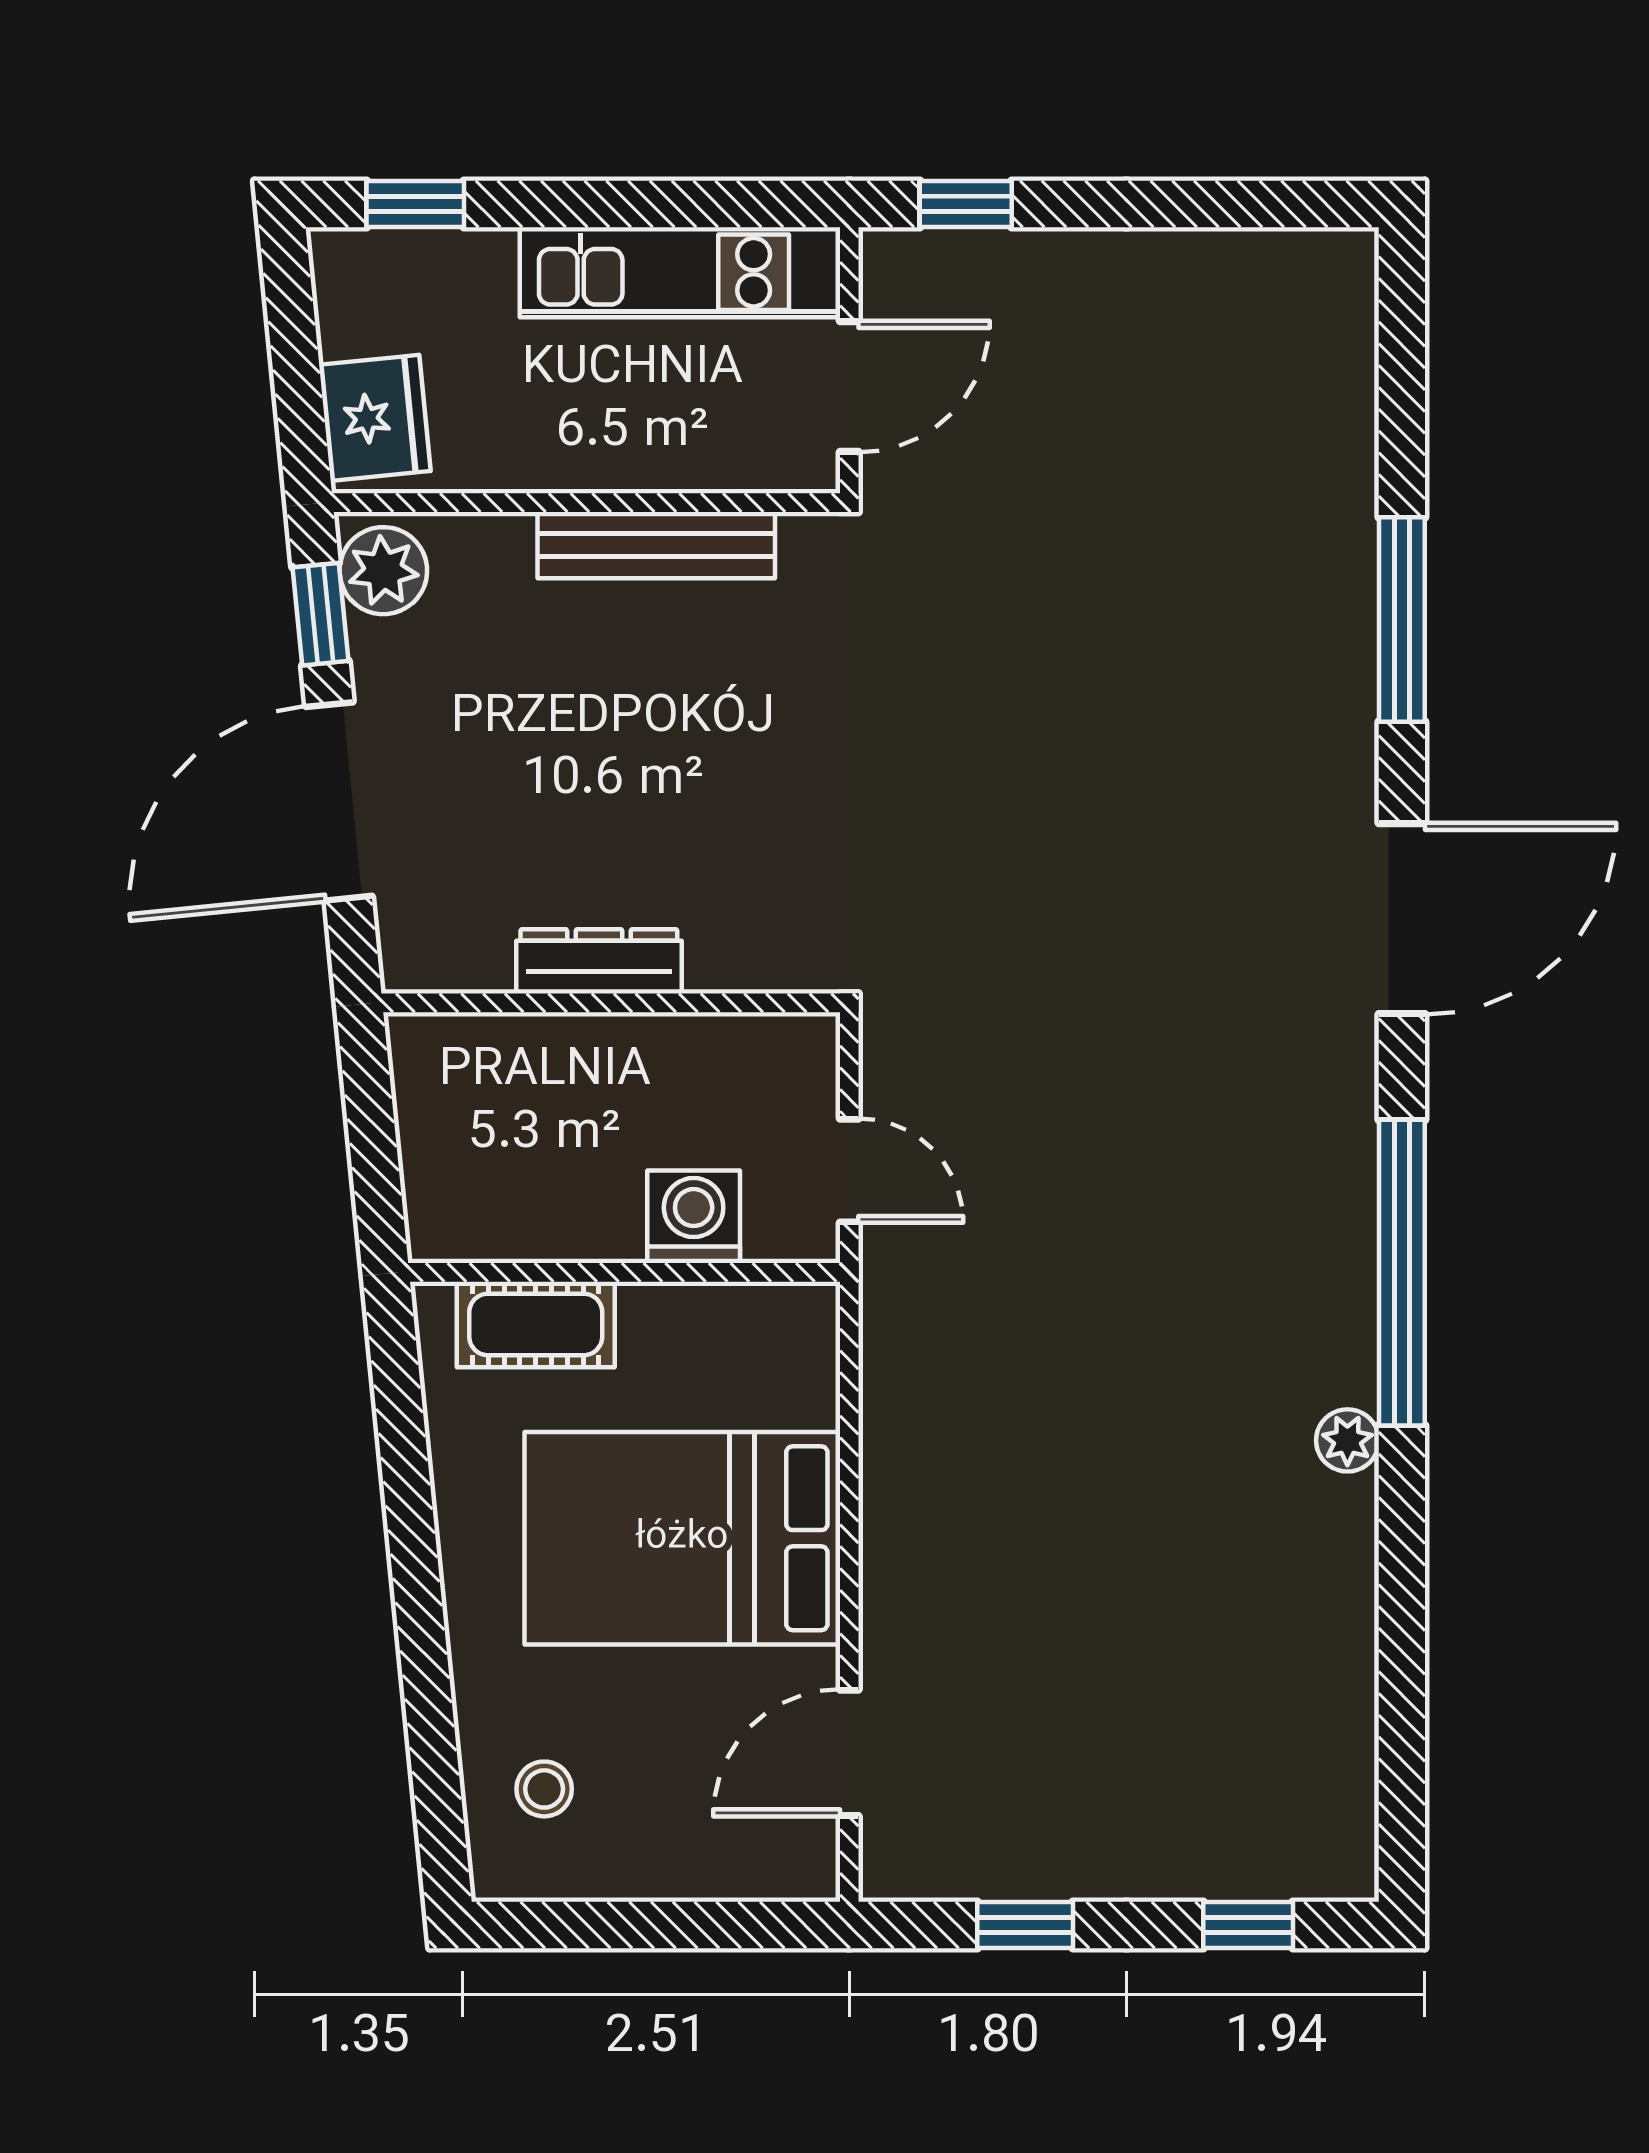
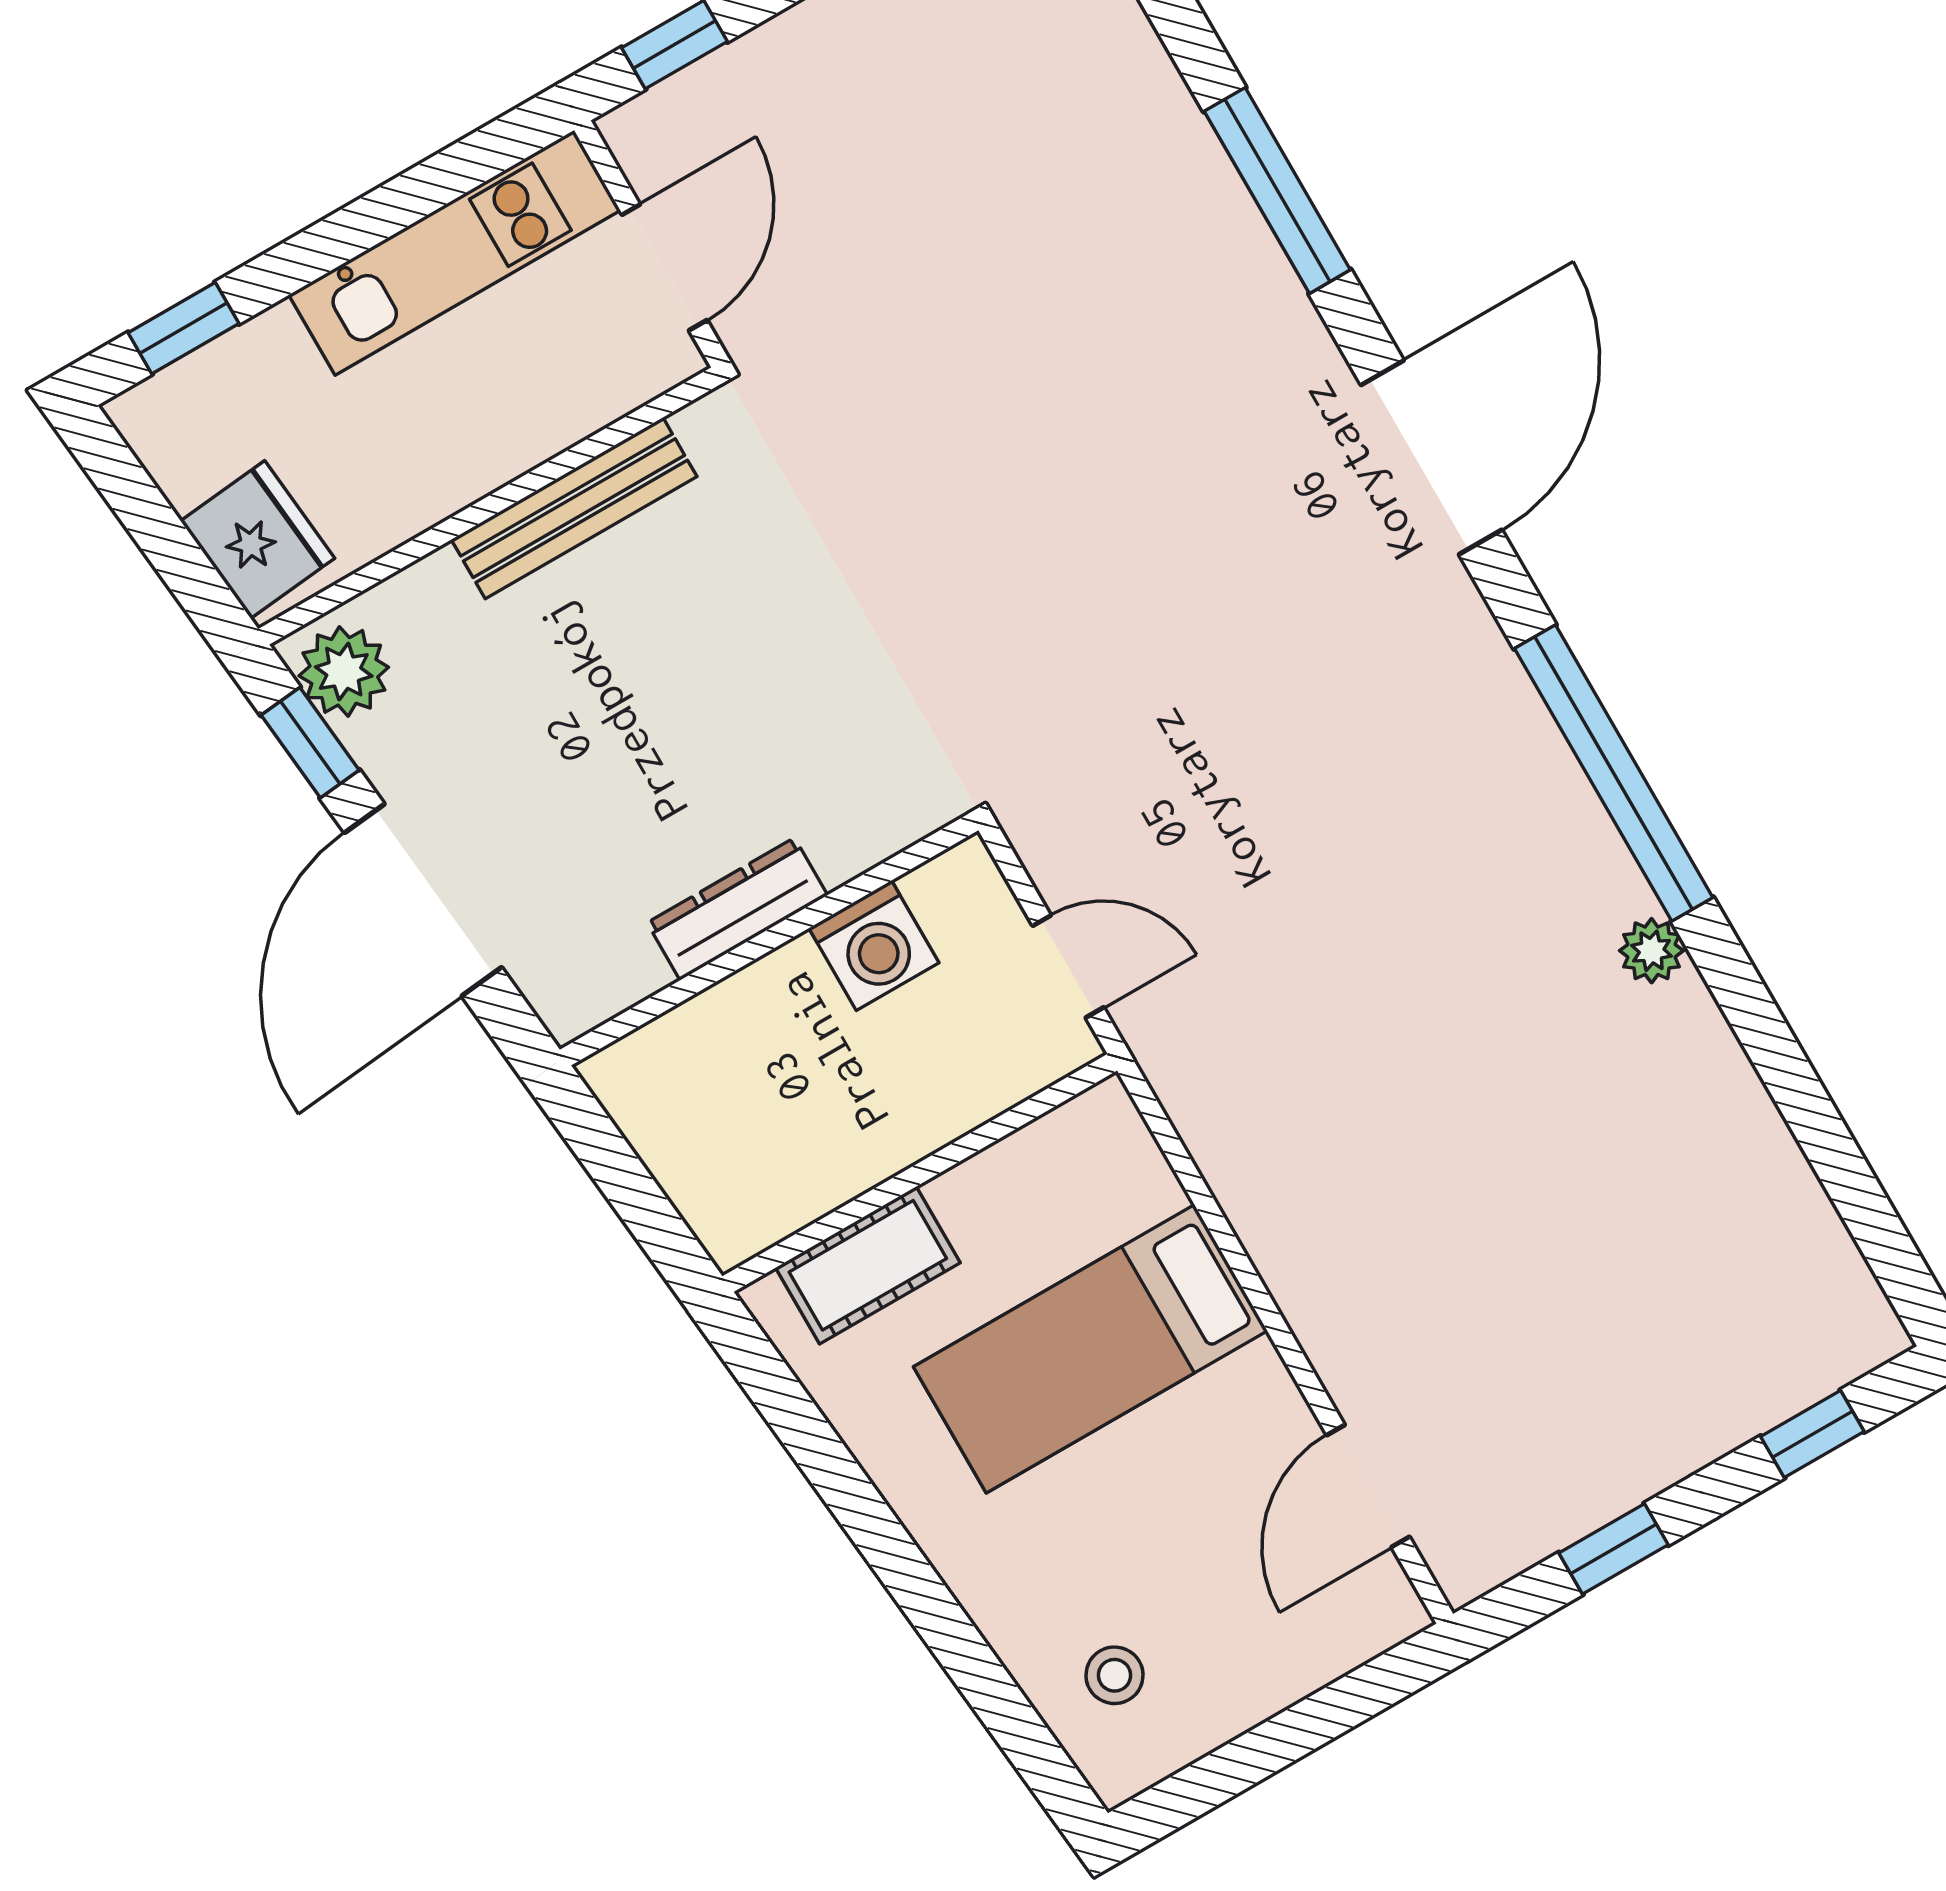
washing machine: (694, 1217) -> (874, 945), moved, turned 180
bed: (682, 1538) -> (1090, 1349), width x0.67

